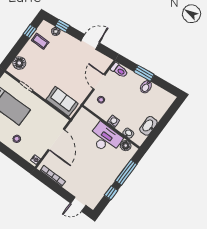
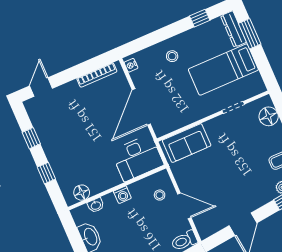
desk: (105, 138) -> (137, 158), moved
door: (56, 140) -> (141, 107), hinge flipped
window: (126, 172) -> (46, 173), width x0.46

